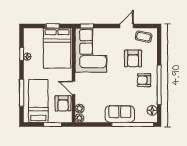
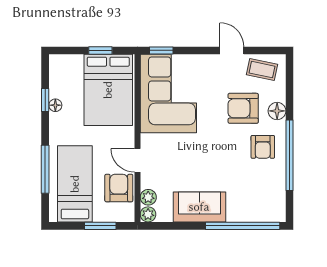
door: (127, 26) -> (232, 50), hinge flipped
armchair: (133, 58) -> (243, 108), turned 90
armchair: (144, 80) -> (263, 147), turned -90
armchair: (63, 103) -> (119, 188), turned 180
floor lamp: (152, 110) -> (277, 111), moved
sofa: (120, 114) -> (199, 207), moved

